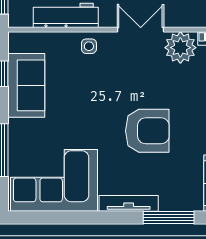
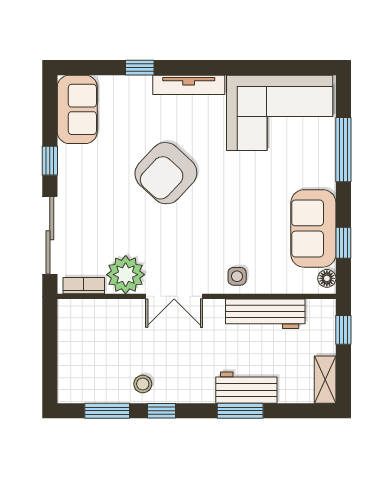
floor lamp: (15, 44) -> (327, 278), added
armchair: (147, 131) -> (166, 173), turned -47
window: (169, 217) -> (140, 68), width x0.46

